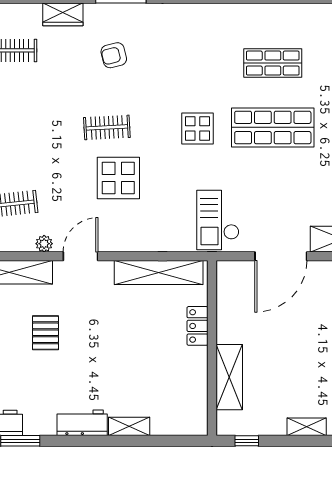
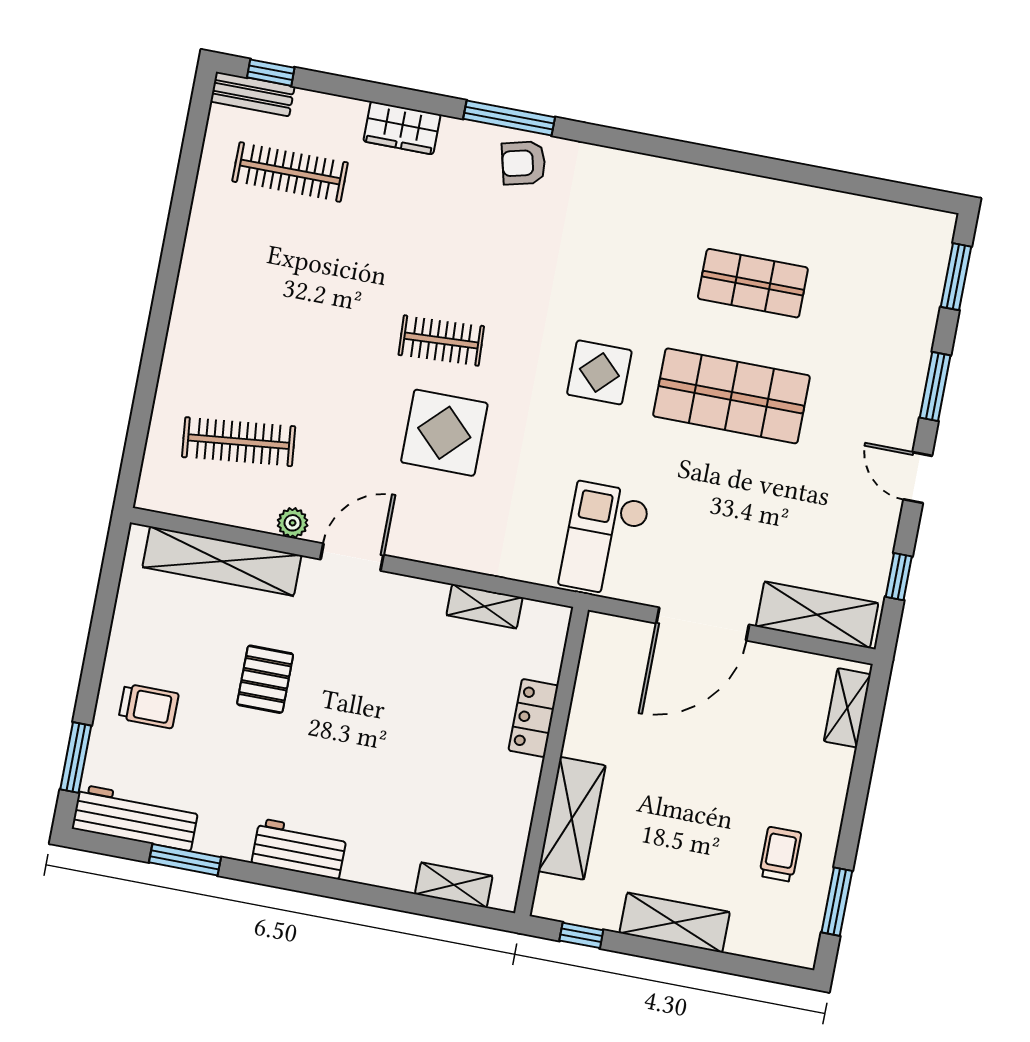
armchair: (114, 55) -> (524, 163), moved
shelving: (159, 272) -> (484, 606), width x0.45, depth x0.75
shelving: (129, 426) -> (454, 885), moved
shelving: (307, 427) -> (675, 923), width x1.50, depth x1.33

